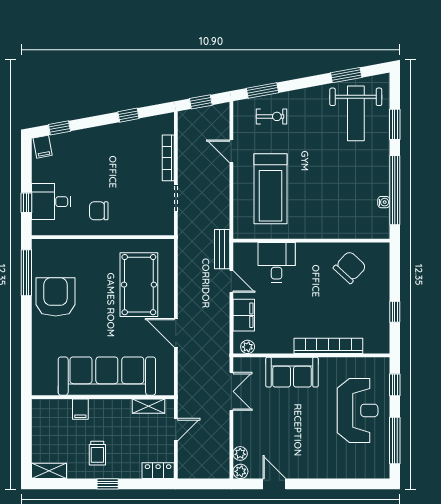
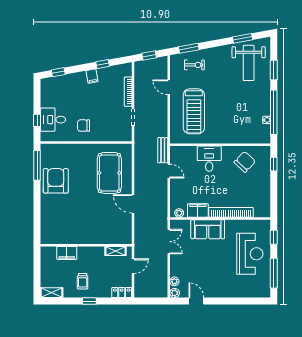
filing cabinet: (43, 147) -> (92, 76), moved
desk: (277, 262) -> (209, 159), moved
window: (395, 312) -> (274, 164), moved
filing cabinet: (244, 315) -> (198, 210), moved, turned -90
sofa: (107, 376) -> (89, 232), removed
filing cabinet: (80, 409) -> (67, 253), width x2.00

